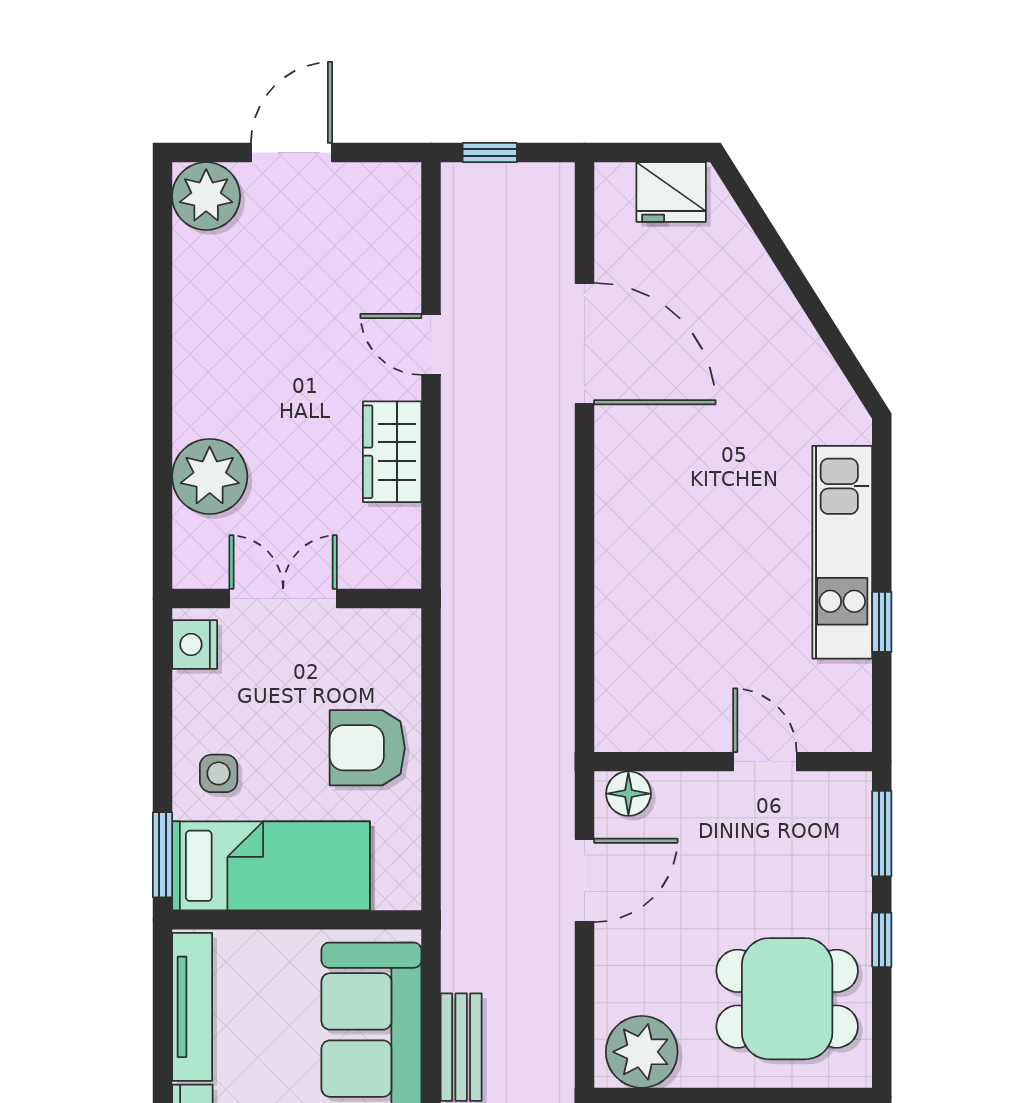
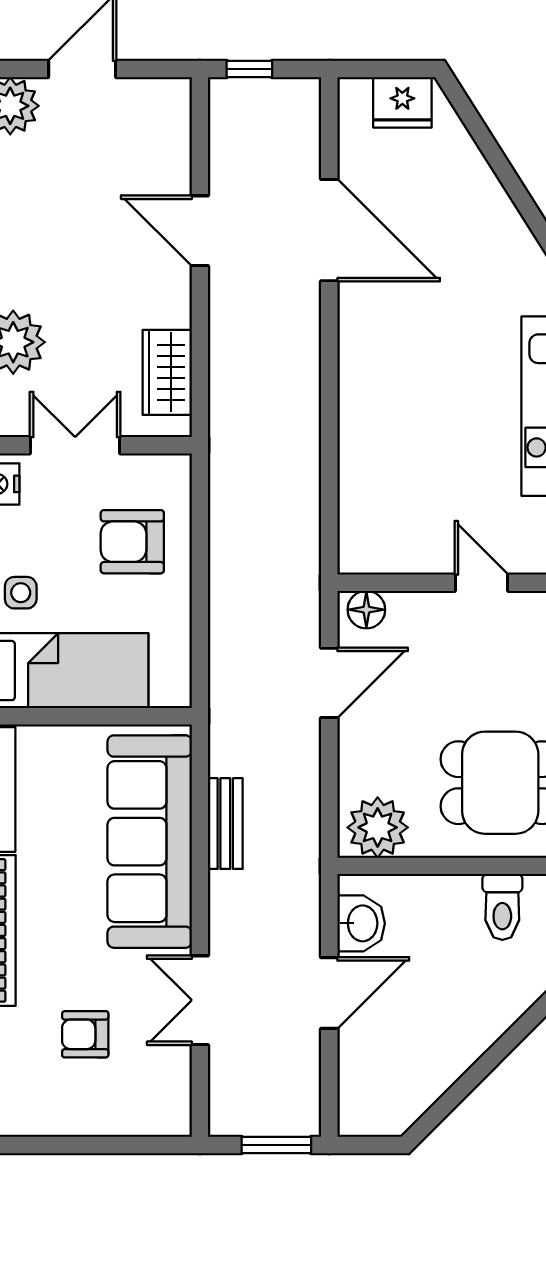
door: (431, 344) -> (200, 231), width x1.37
wardrobe: (392, 452) -> (167, 372), moved
armchair: (367, 748) -> (132, 542), moved

